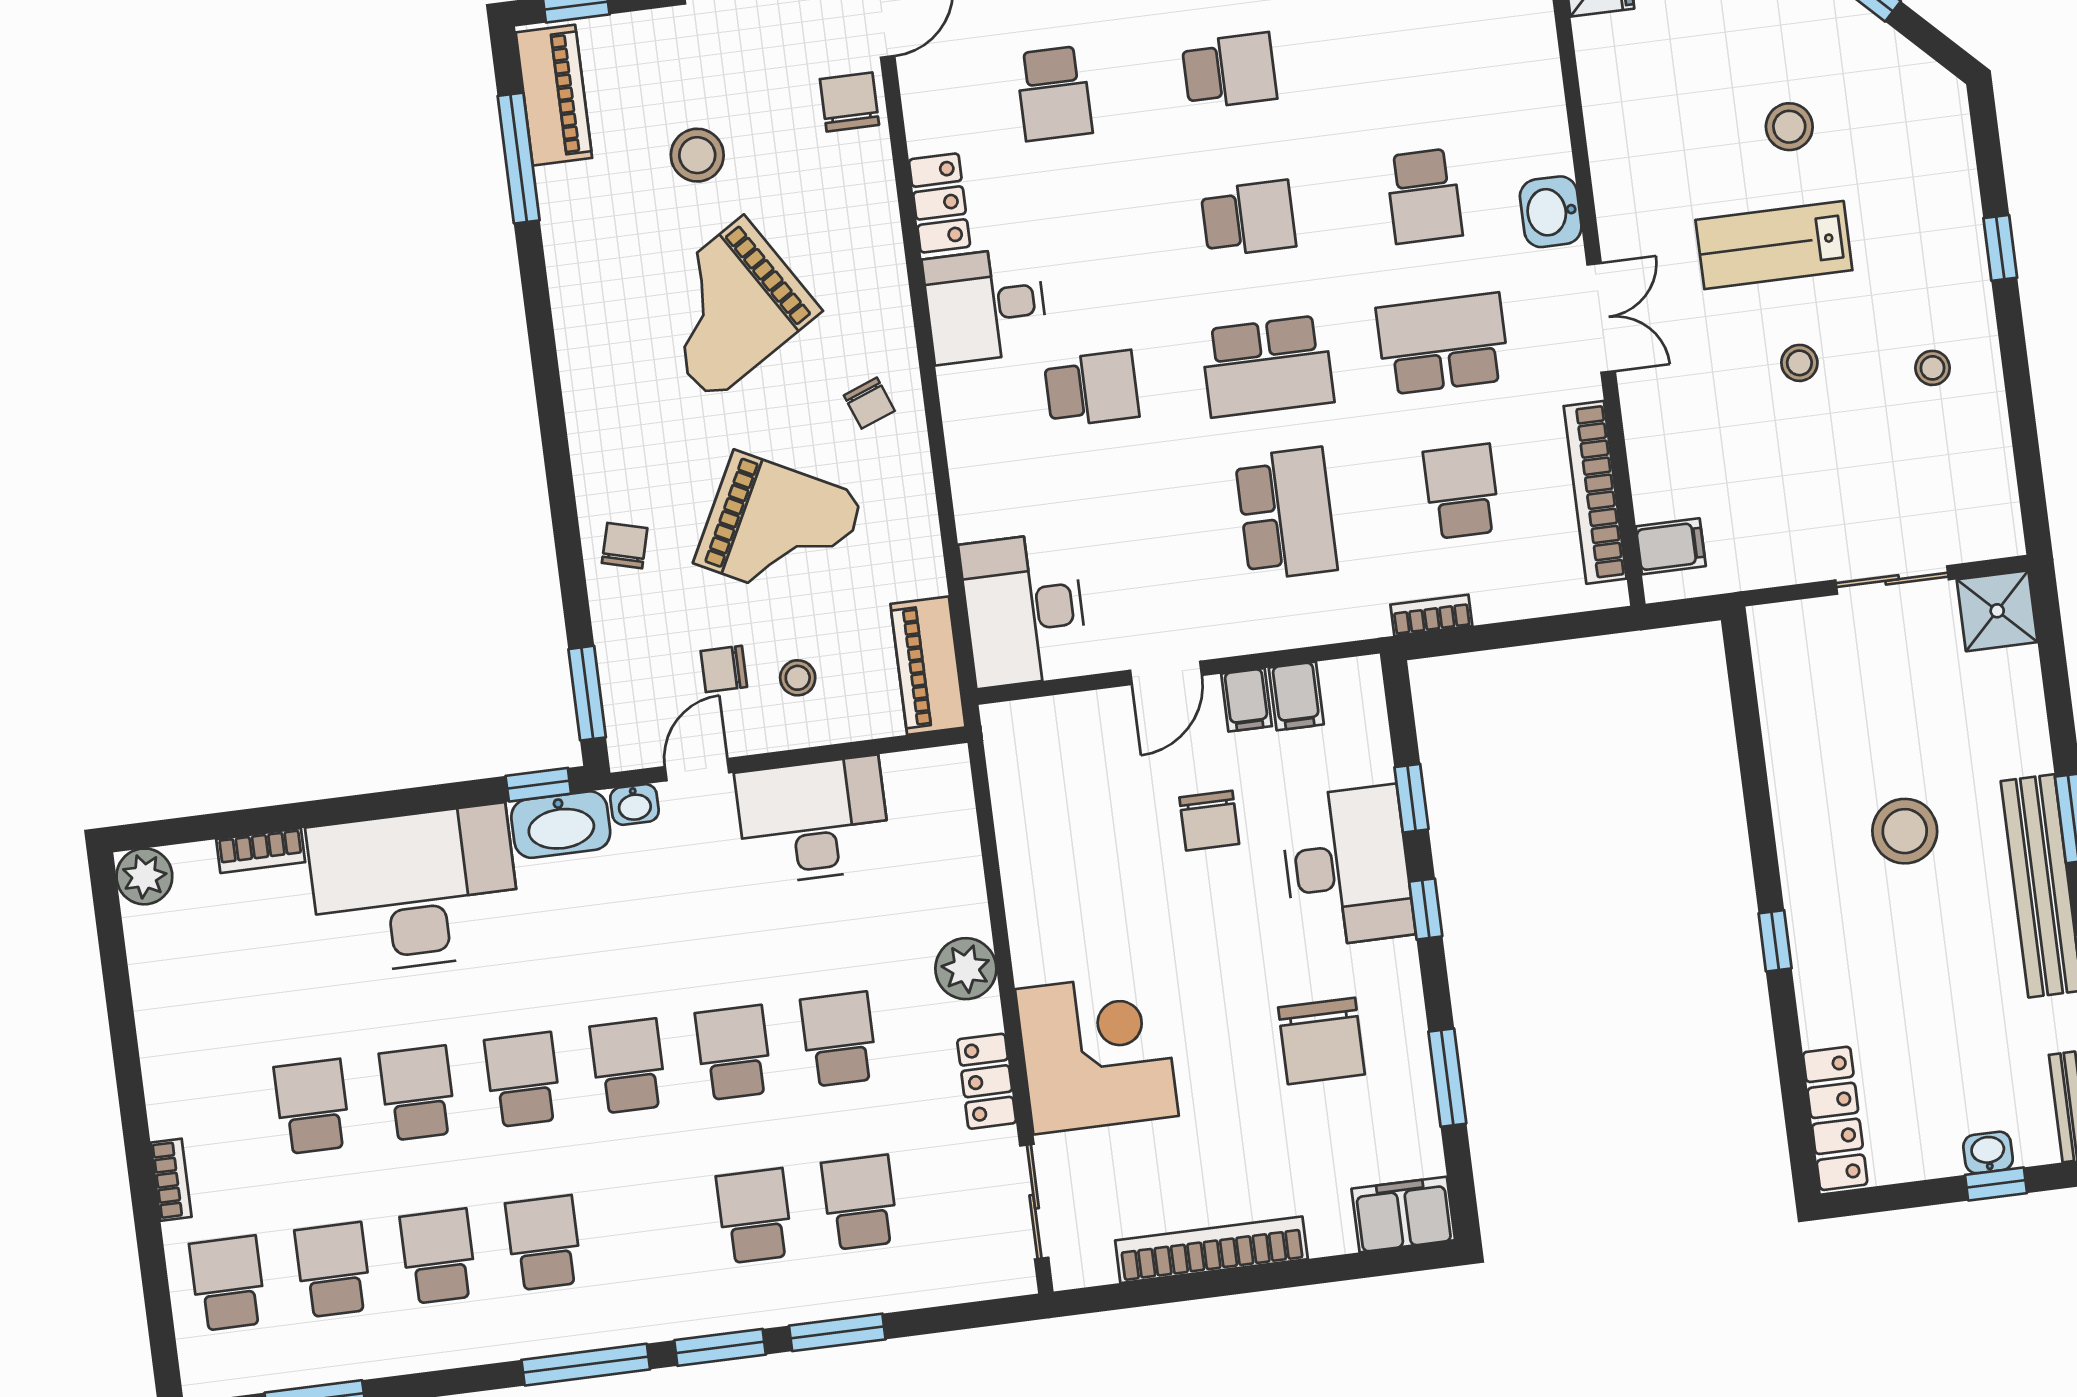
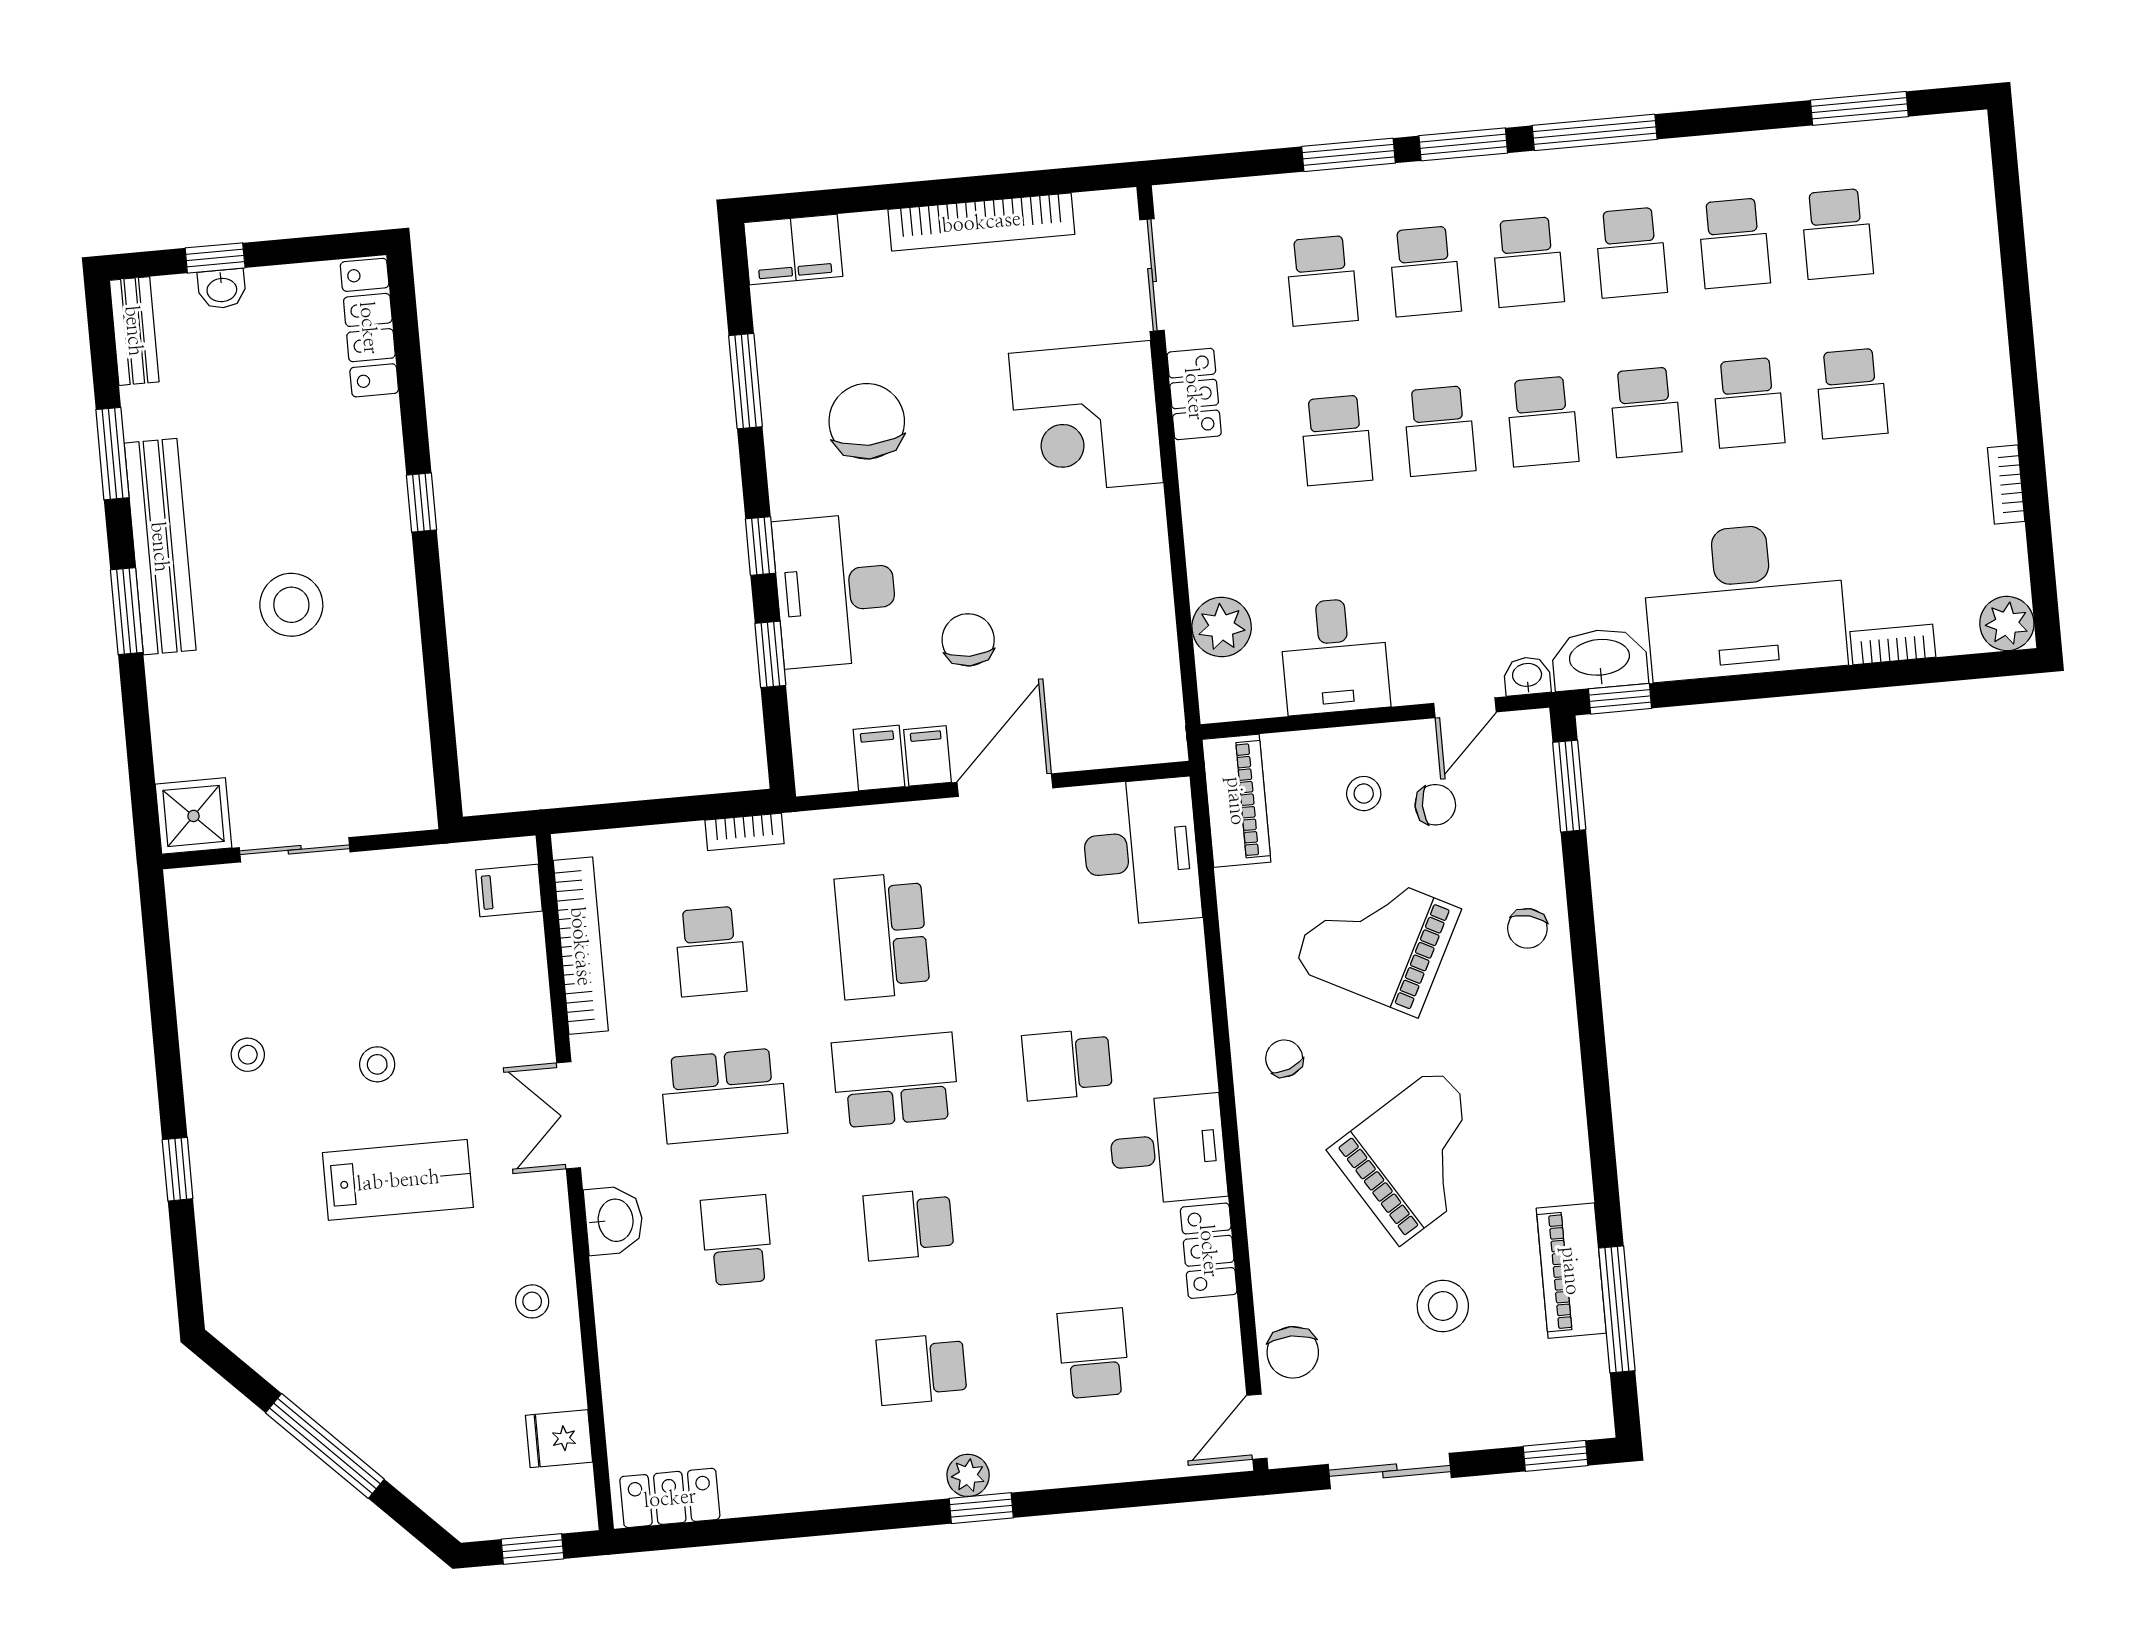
piano: (554, 95) -> (1571, 1271), moved
stool: (1789, 127) -> (532, 1301), moved, width x0.73, depth x0.73
door: (1166, 673) -> (1005, 785), width x1.38
desk: (813, 820) -> (1335, 656), width x0.73
plant: (966, 969) -> (1222, 627), moved
bookcase: (171, 1180) -> (2006, 485), moved
school desk: (228, 1283) -> (1528, 262), moved

